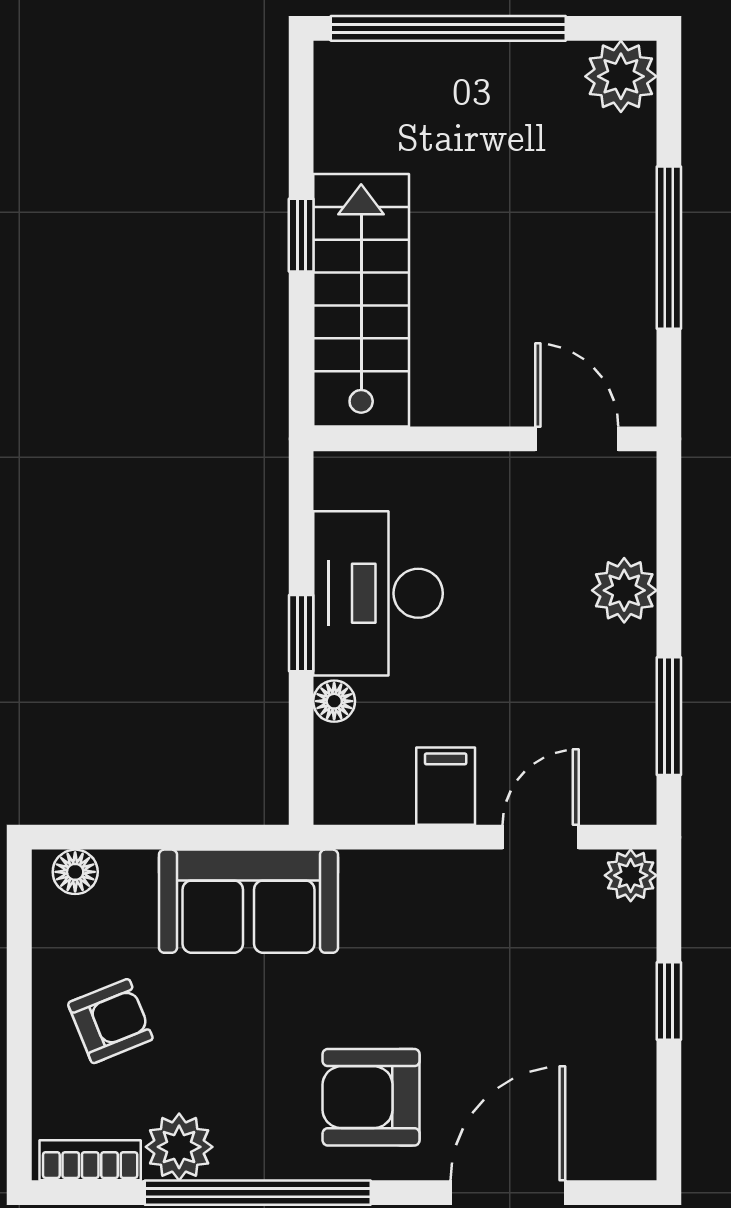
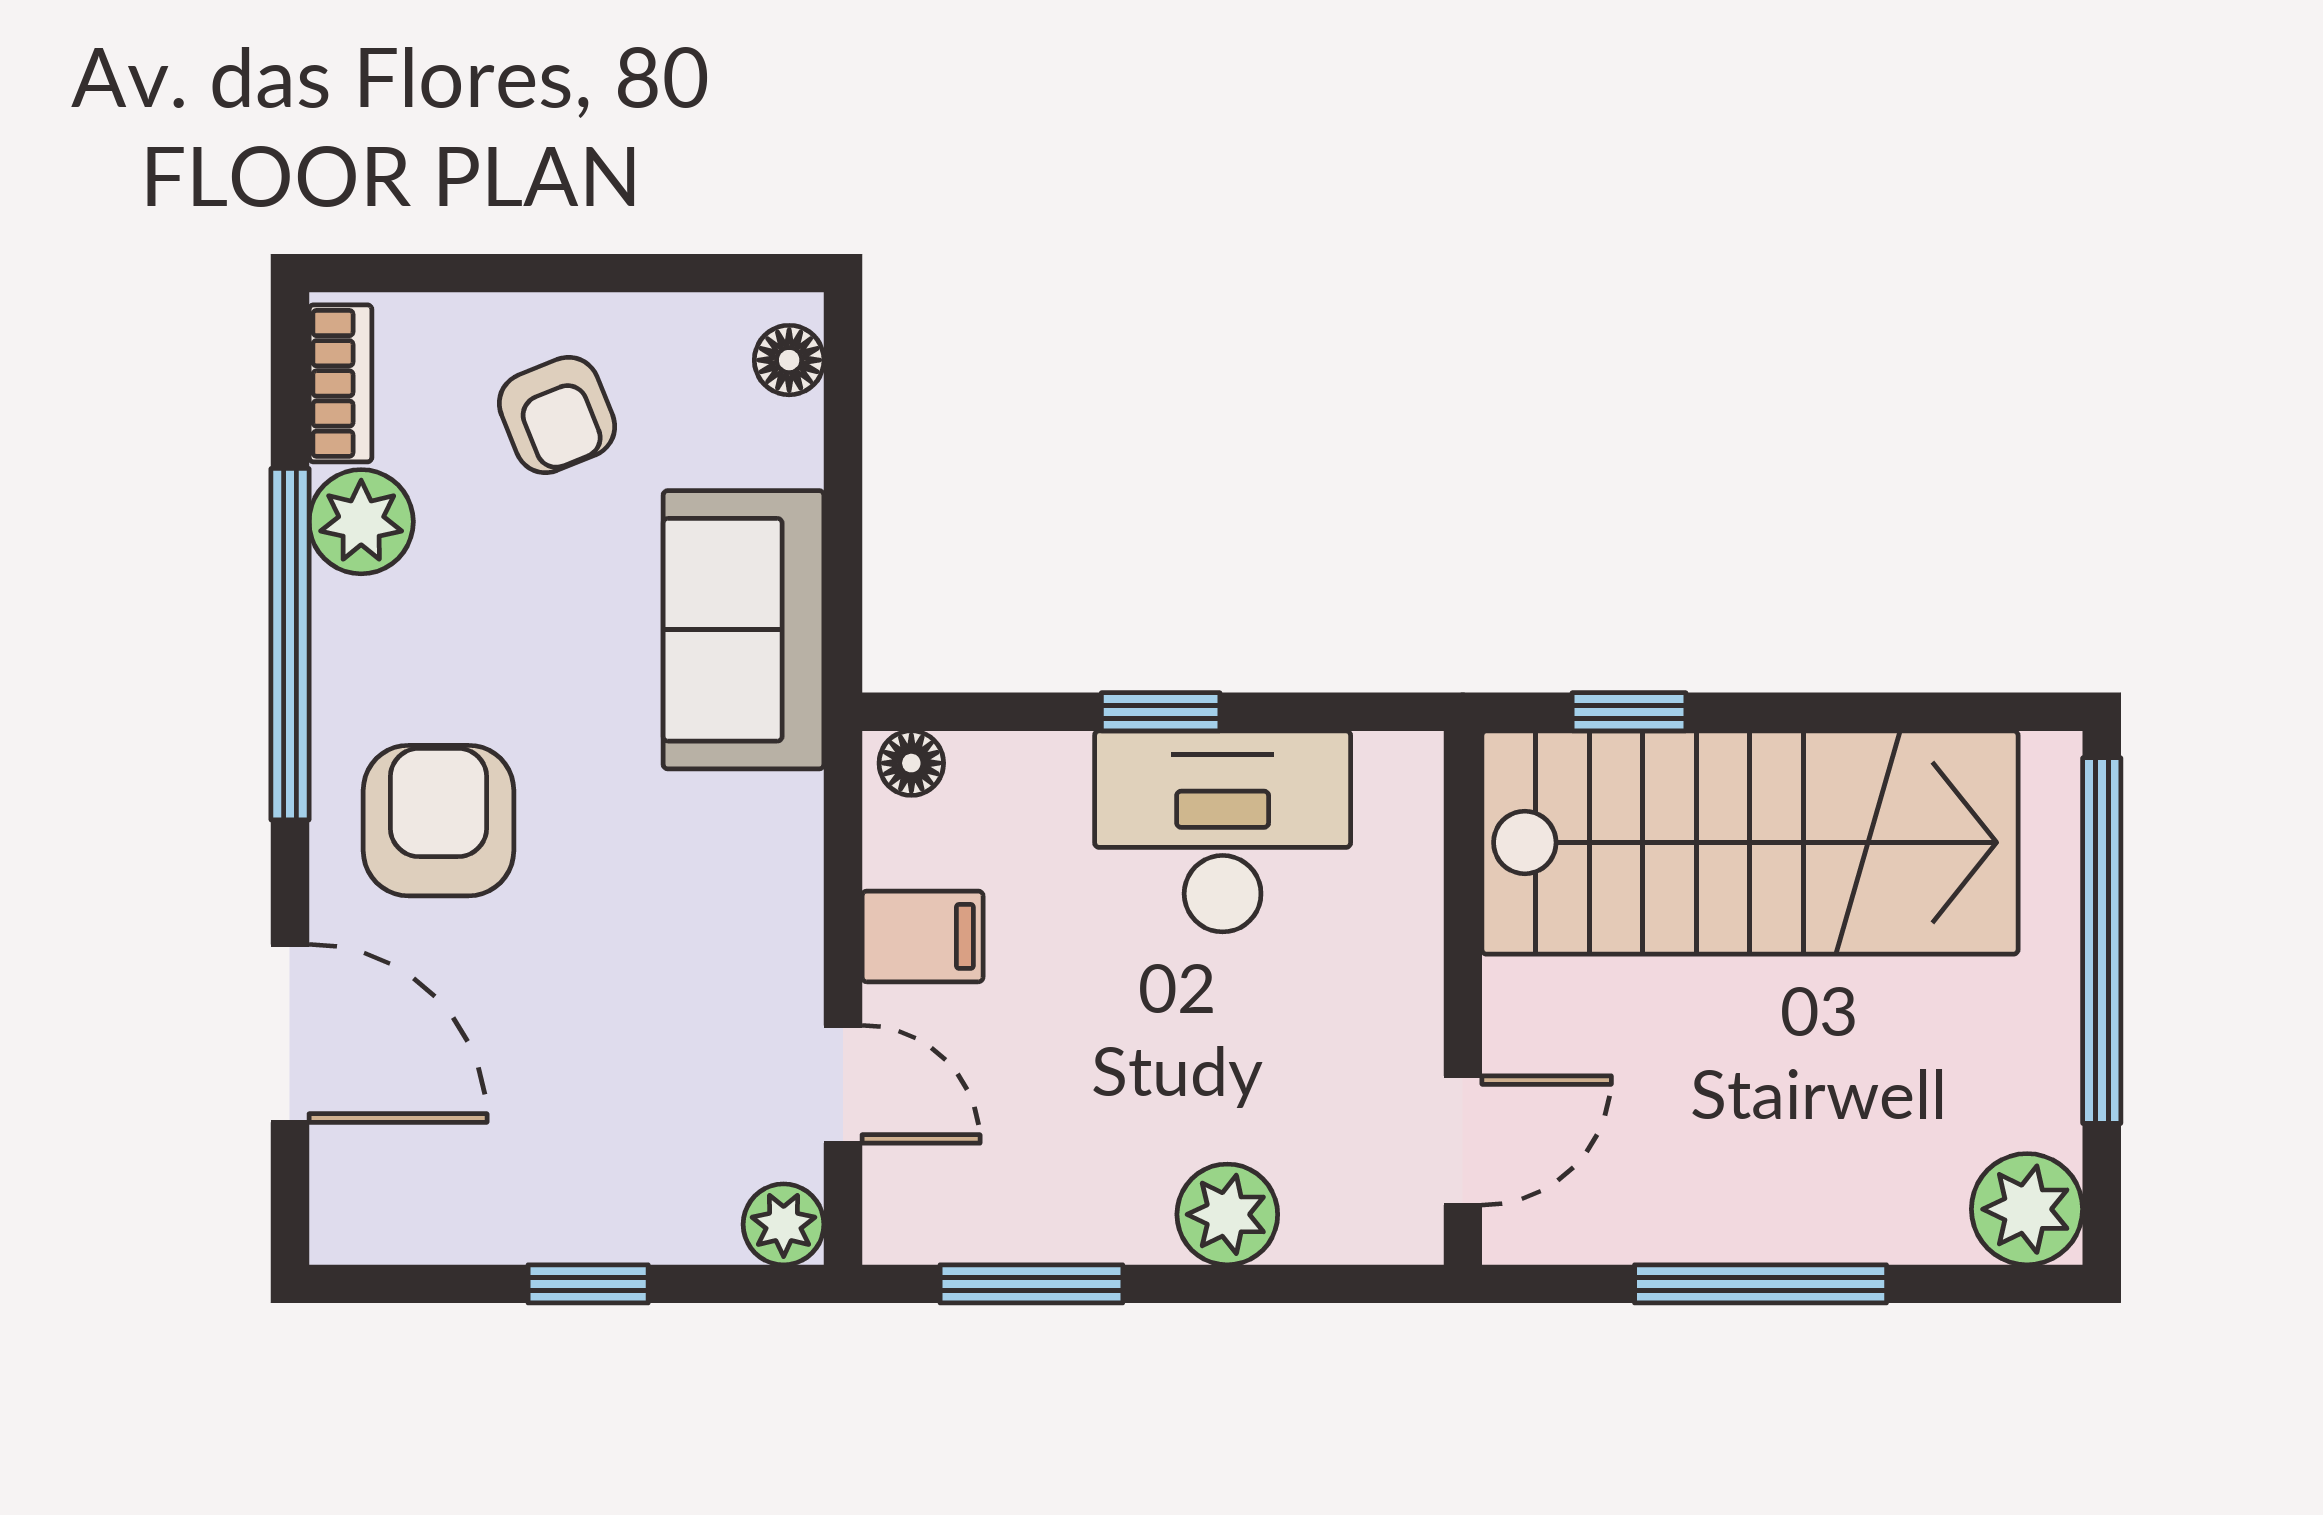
window: (301, 235) -> (1629, 712), moved
stairs: (361, 300) -> (1750, 842), width x1.36, depth x1.51
floor lamp: (334, 701) -> (911, 763), moved

